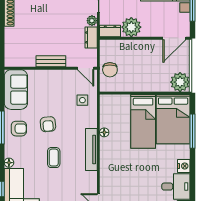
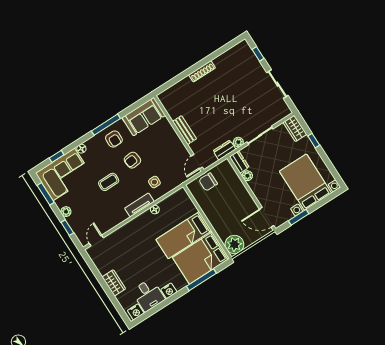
plant: (131, 27) -> (247, 176), width x0.53, depth x0.53
side table: (82, 100) -> (154, 182), moved
tv unit: (91, 150) -> (139, 205), width x0.71

